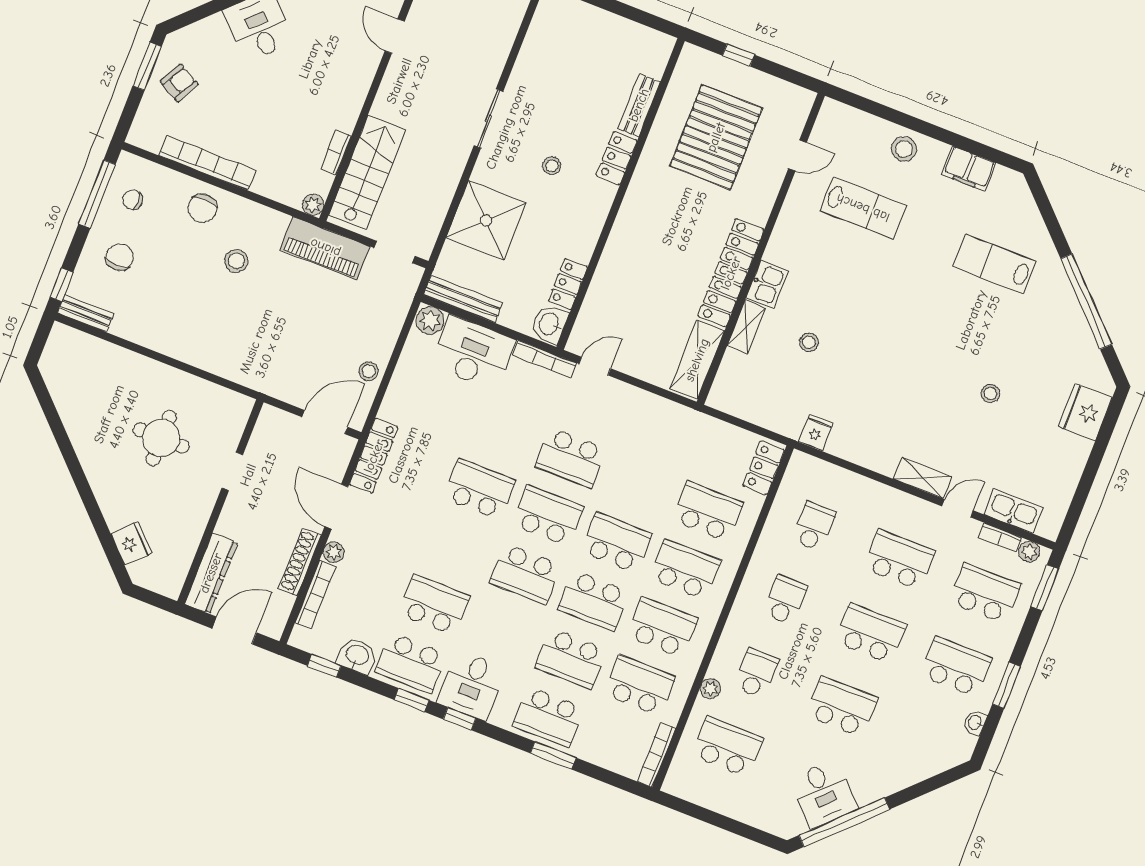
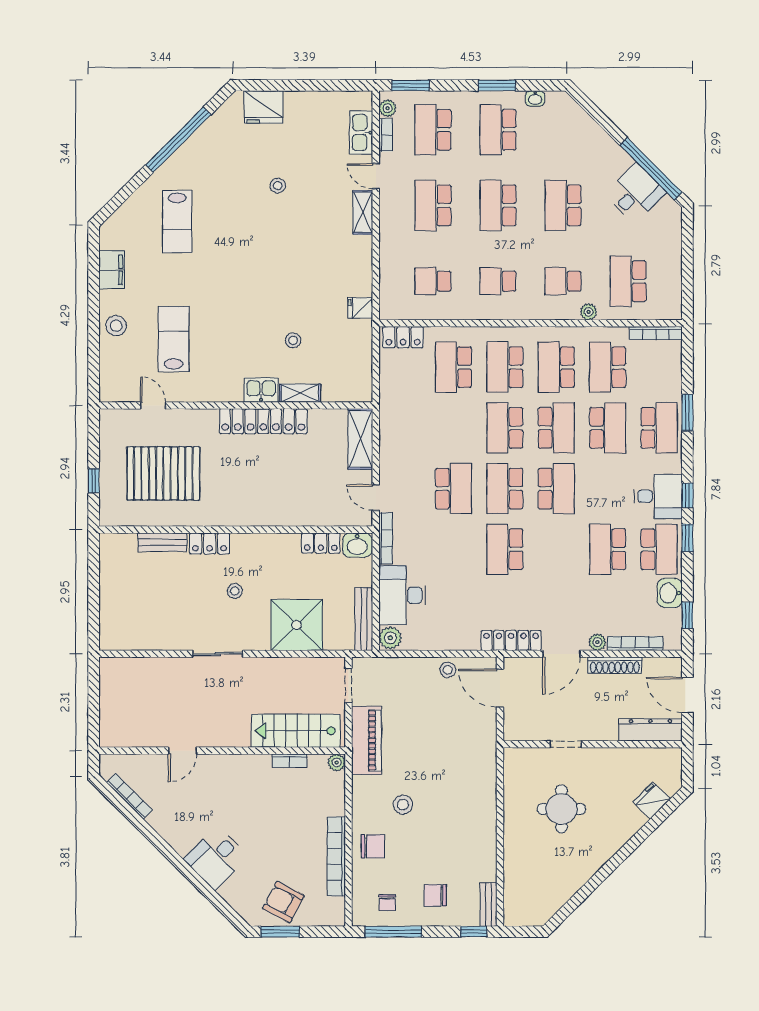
armchair: (179, 83) -> (283, 902), width x1.38, depth x1.38
shelving: (697, 360) -> (360, 439), moved, turned 90

